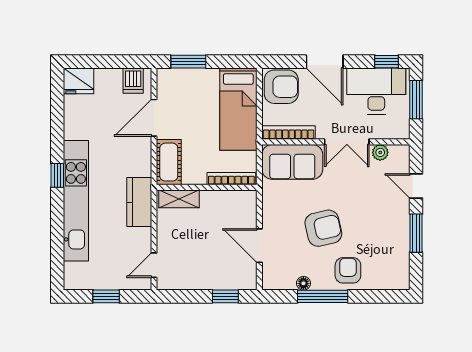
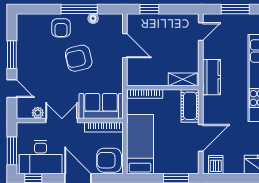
window: (106, 296) -> (235, 9), width x1.50

